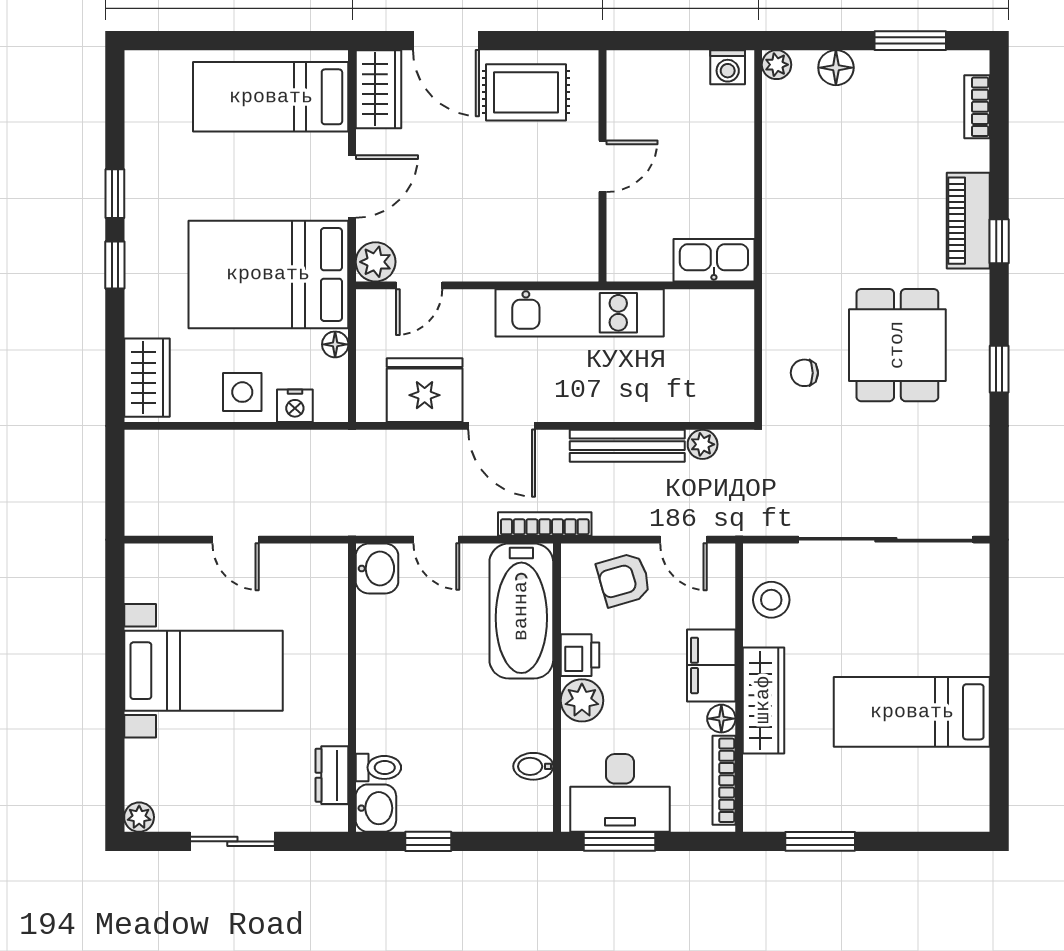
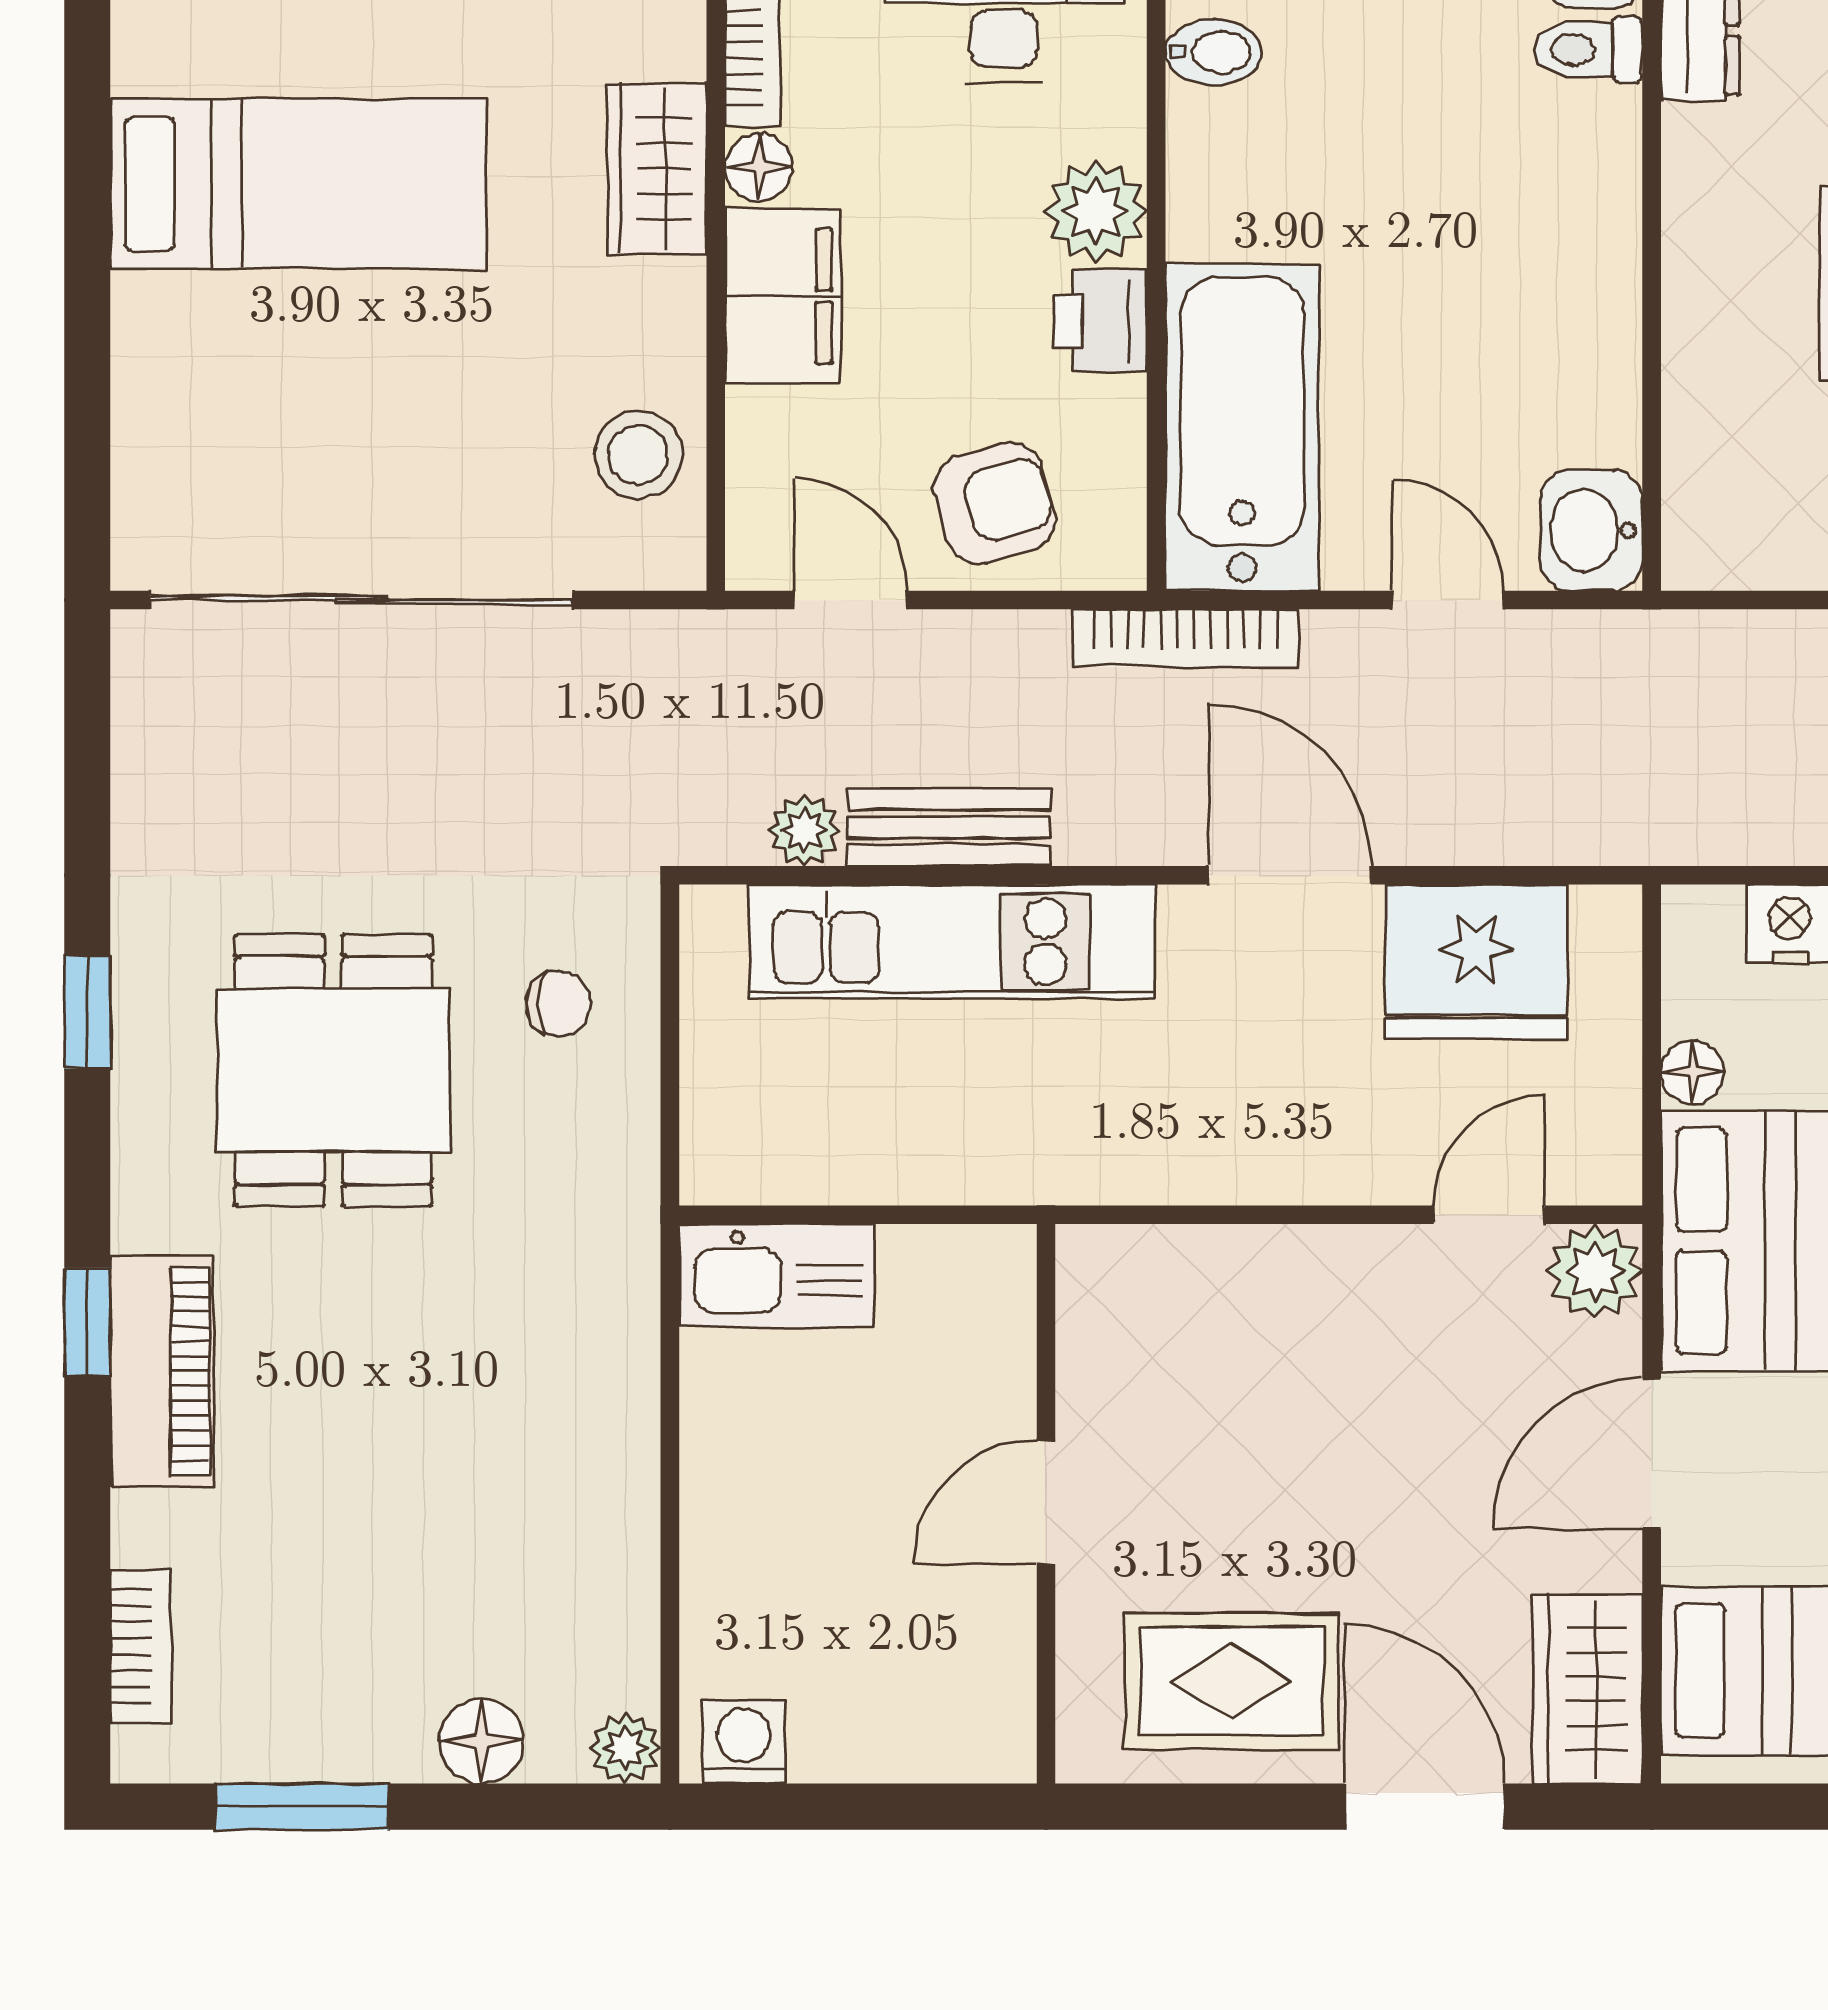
kitchen unit: (580, 313) -> (952, 942), moved, turned 180
bench: (627, 446) -> (949, 827), width x0.73
wardrobe: (763, 700) -> (657, 169), width x0.67

